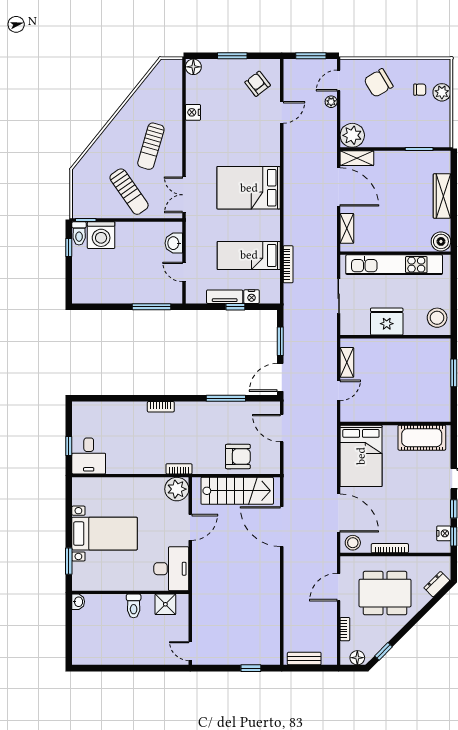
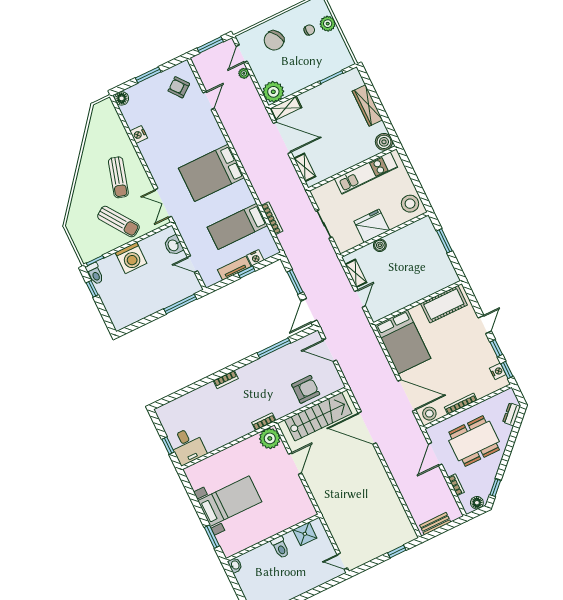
washing machine: (101, 235) -> (131, 258), moved
kitchen unit: (394, 265) -> (366, 173), width x0.73
boiler: (385, 346) -> (380, 245), added
desk: (171, 569) -> (296, 503), removed

